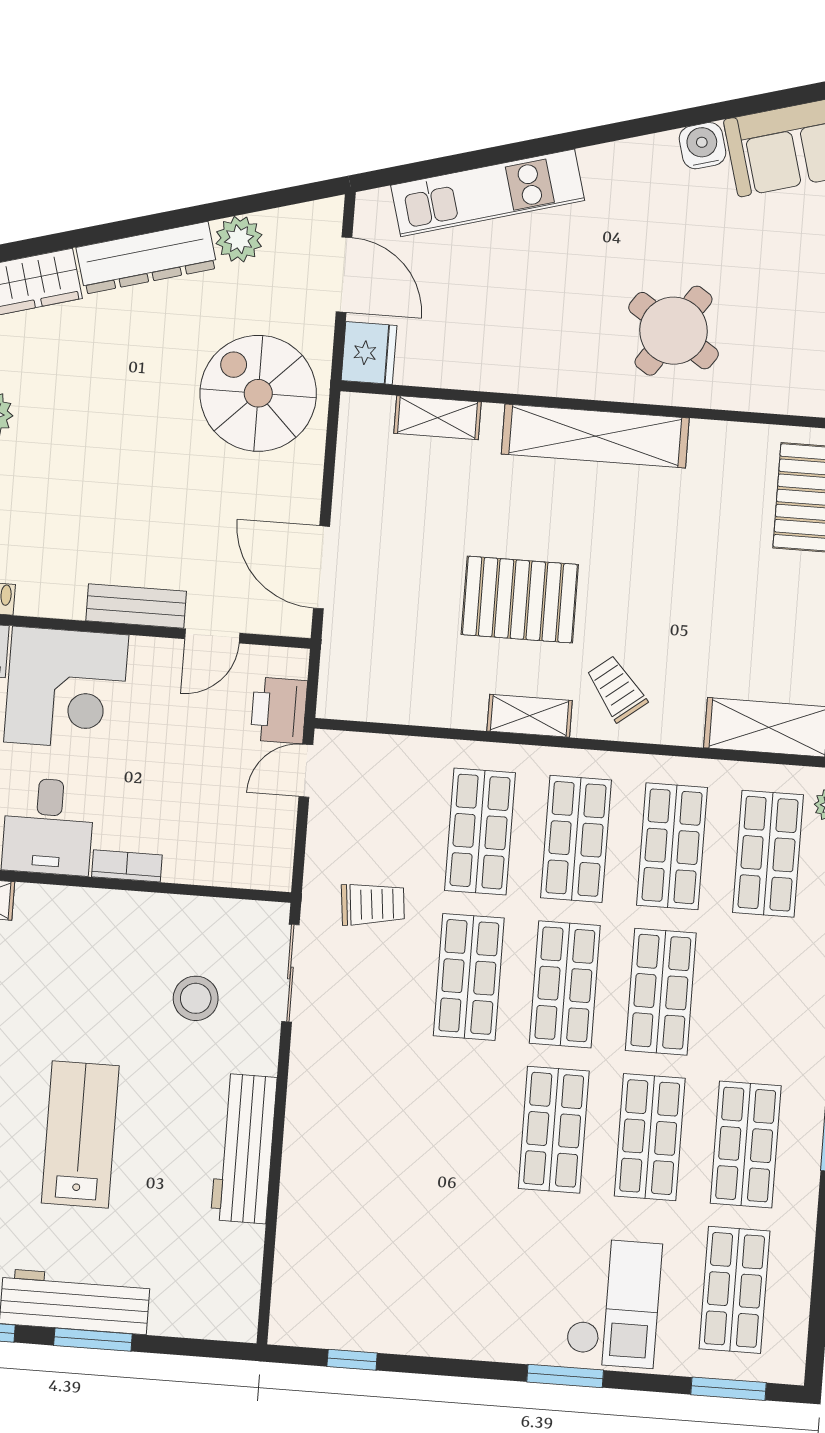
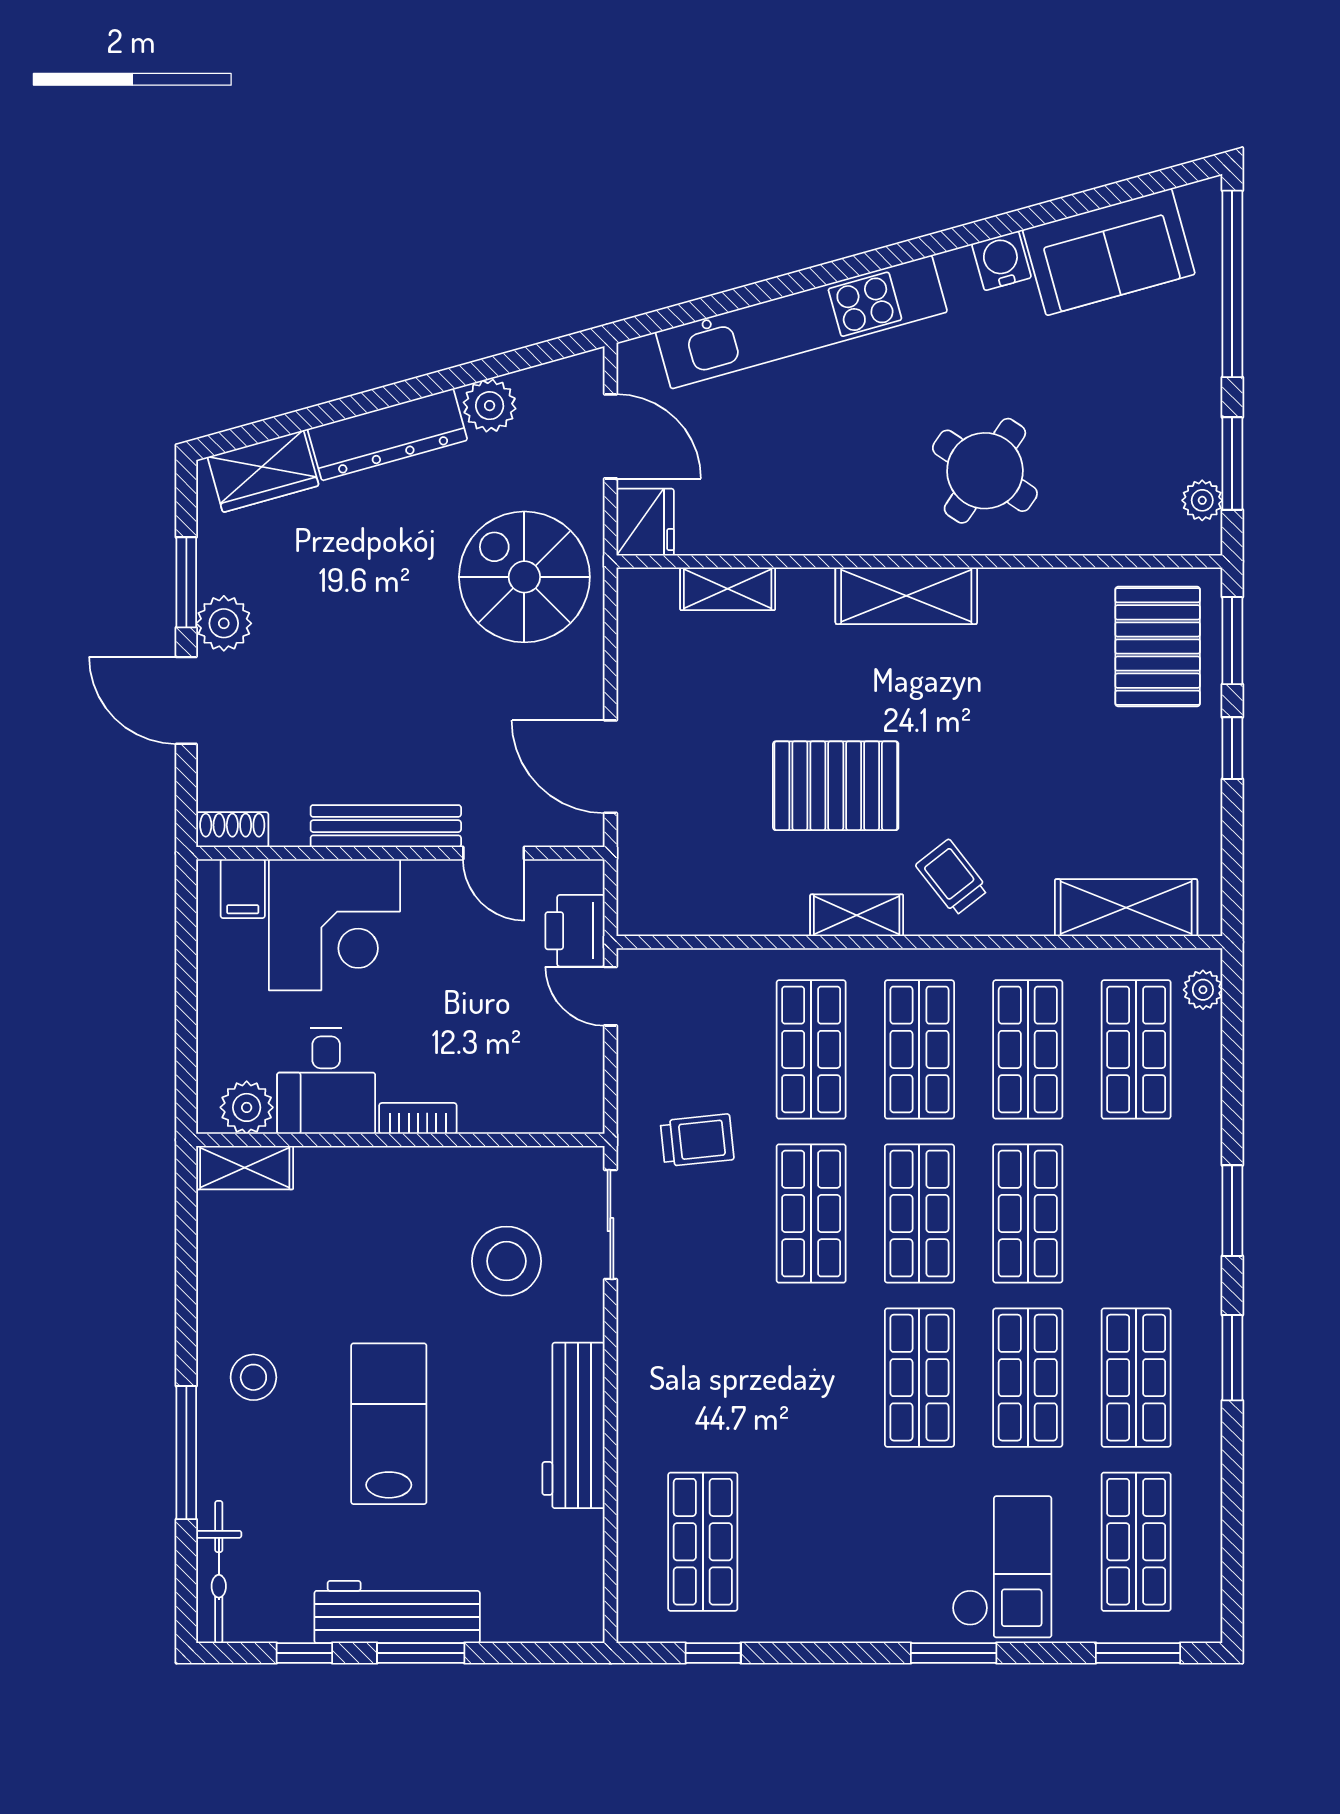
kitchen unit: (488, 193) -> (801, 322), width x1.36
shelving: (595, 436) -> (906, 596), width x0.68
bench: (136, 606) -> (386, 826), width x1.36
door: (212, 636) -> (494, 853), hinge flipped
door: (306, 771) -> (610, 996), hinge flipped
stool: (196, 998) -> (506, 1261), width x1.38, depth x1.38
shop shelf: (350, 1260) -> (703, 1542), added

